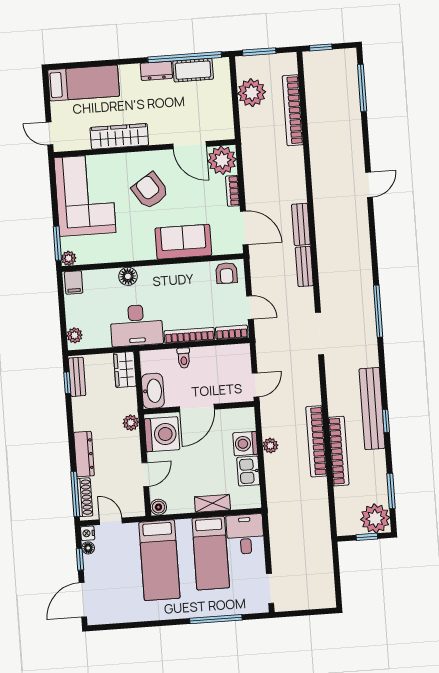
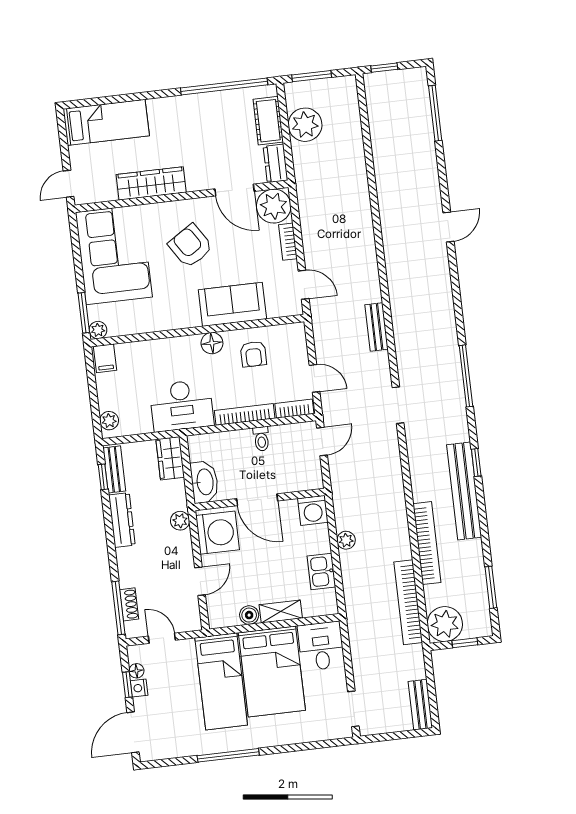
cot: (193, 70) -> (268, 121), moved, turned 90
dresser: (156, 71) -> (276, 163), moved, turned 90
bookcase: (293, 110) -> (354, 143), removed
door: (49, 133) -> (69, 184), hinge flipped
bench: (301, 224) -> (420, 705), moved
door: (244, 228) -> (304, 285), width x0.73
armchair: (226, 273) -> (253, 354), moved
floor lamp: (128, 276) -> (212, 343), moved
doorway: (320, 333) -> (398, 405), width x0.73
toilet: (184, 358) -> (261, 439), moved
door: (256, 385) -> (322, 441), moved
door: (197, 408) -> (257, 500), hinge flipped
window: (386, 421) -> (476, 463), moved
bookcase: (316, 441) -> (408, 602), moved
washing machine: (245, 444) -> (313, 510), moved, turned -90
dresser: (84, 454) -> (122, 520), moved
shoe rack: (85, 497) -> (129, 604), width x0.70
boiler: (158, 507) -> (249, 615), moved
plant: (375, 518) -> (445, 624), moved
nightstand: (88, 533) -> (139, 688), moved
bed: (211, 553) -> (272, 671), width x1.50
window: (216, 619) -> (228, 755), moved

